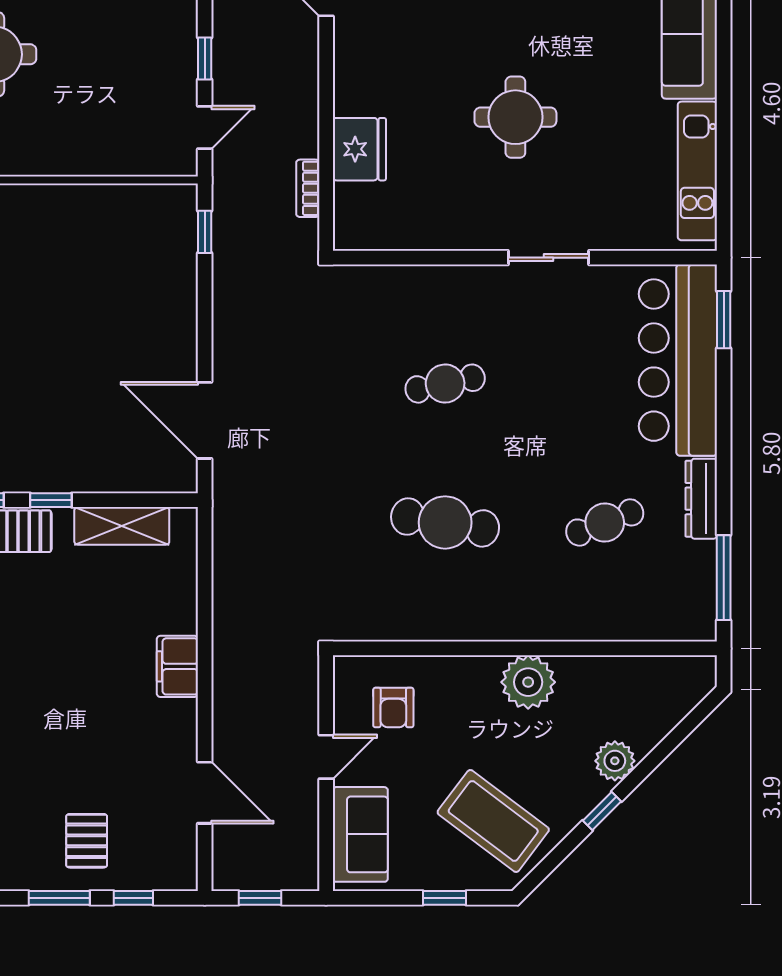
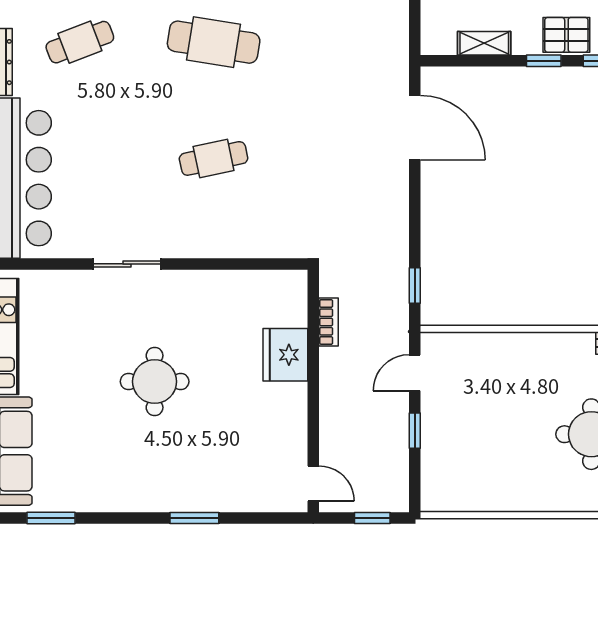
shelving: (122, 526) -> (484, 43), width x0.67, depth x0.75

